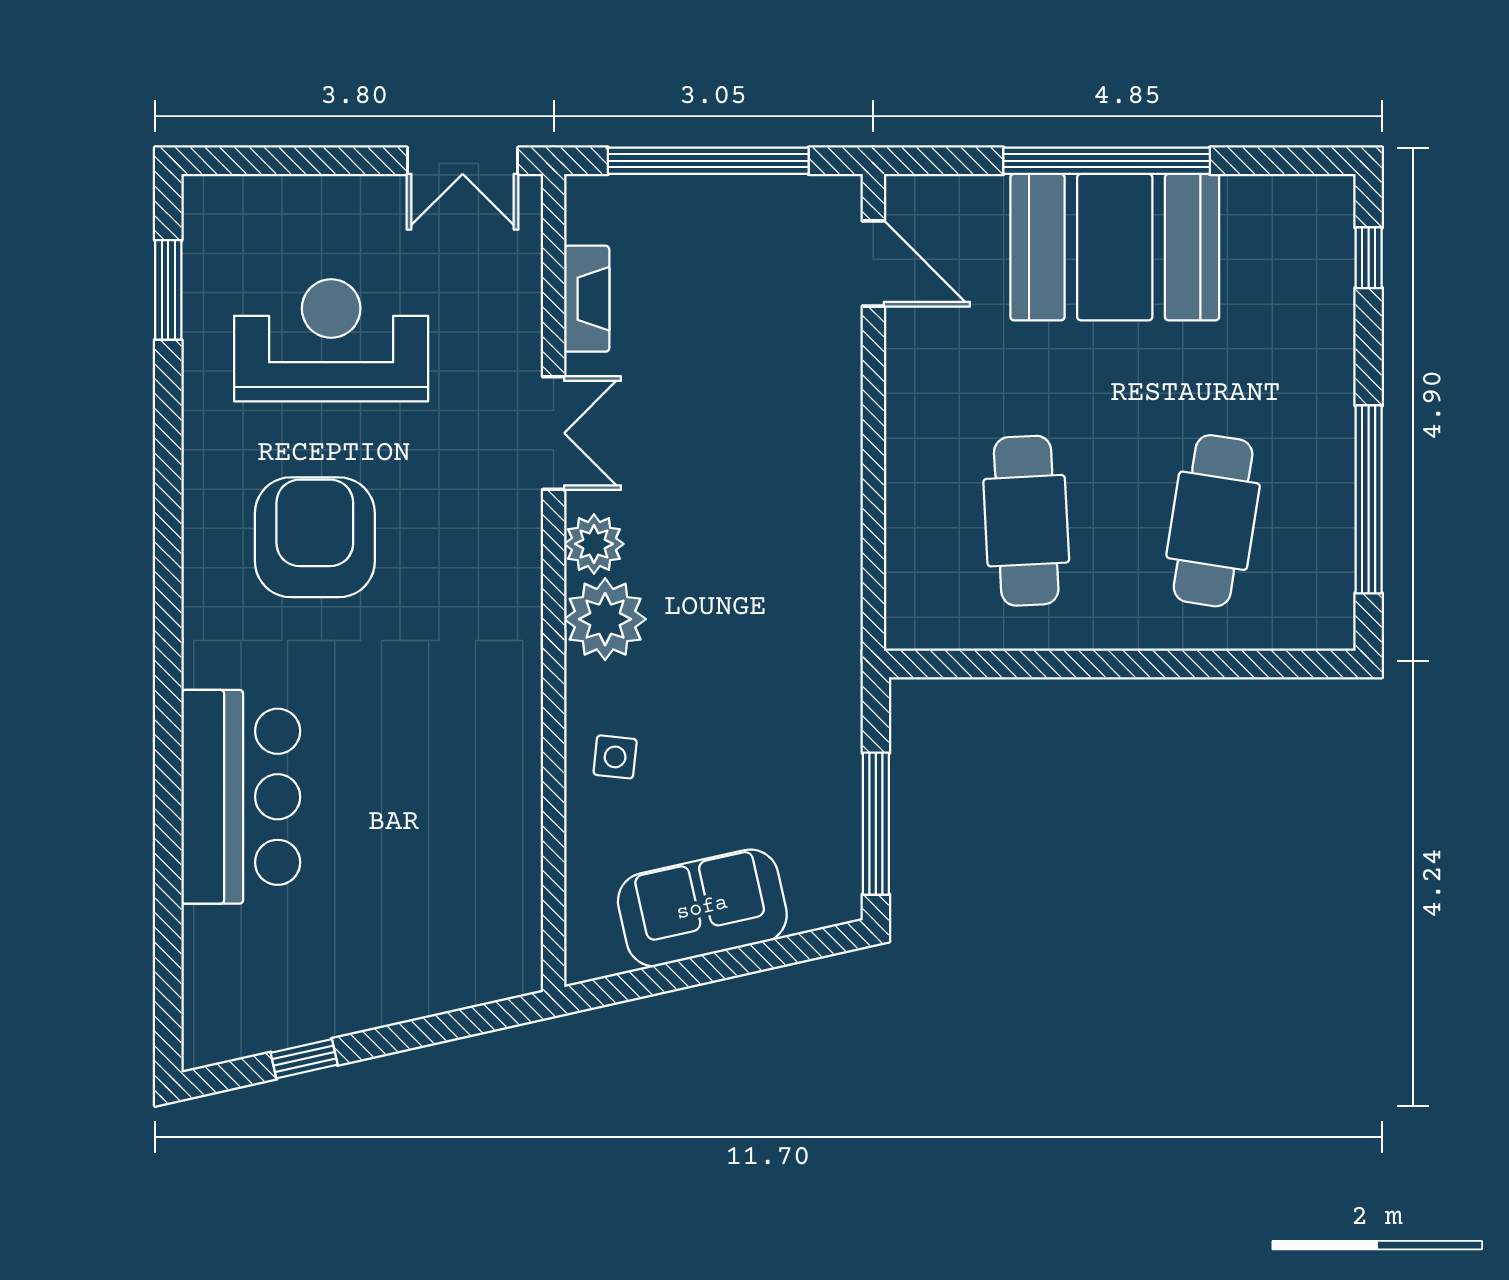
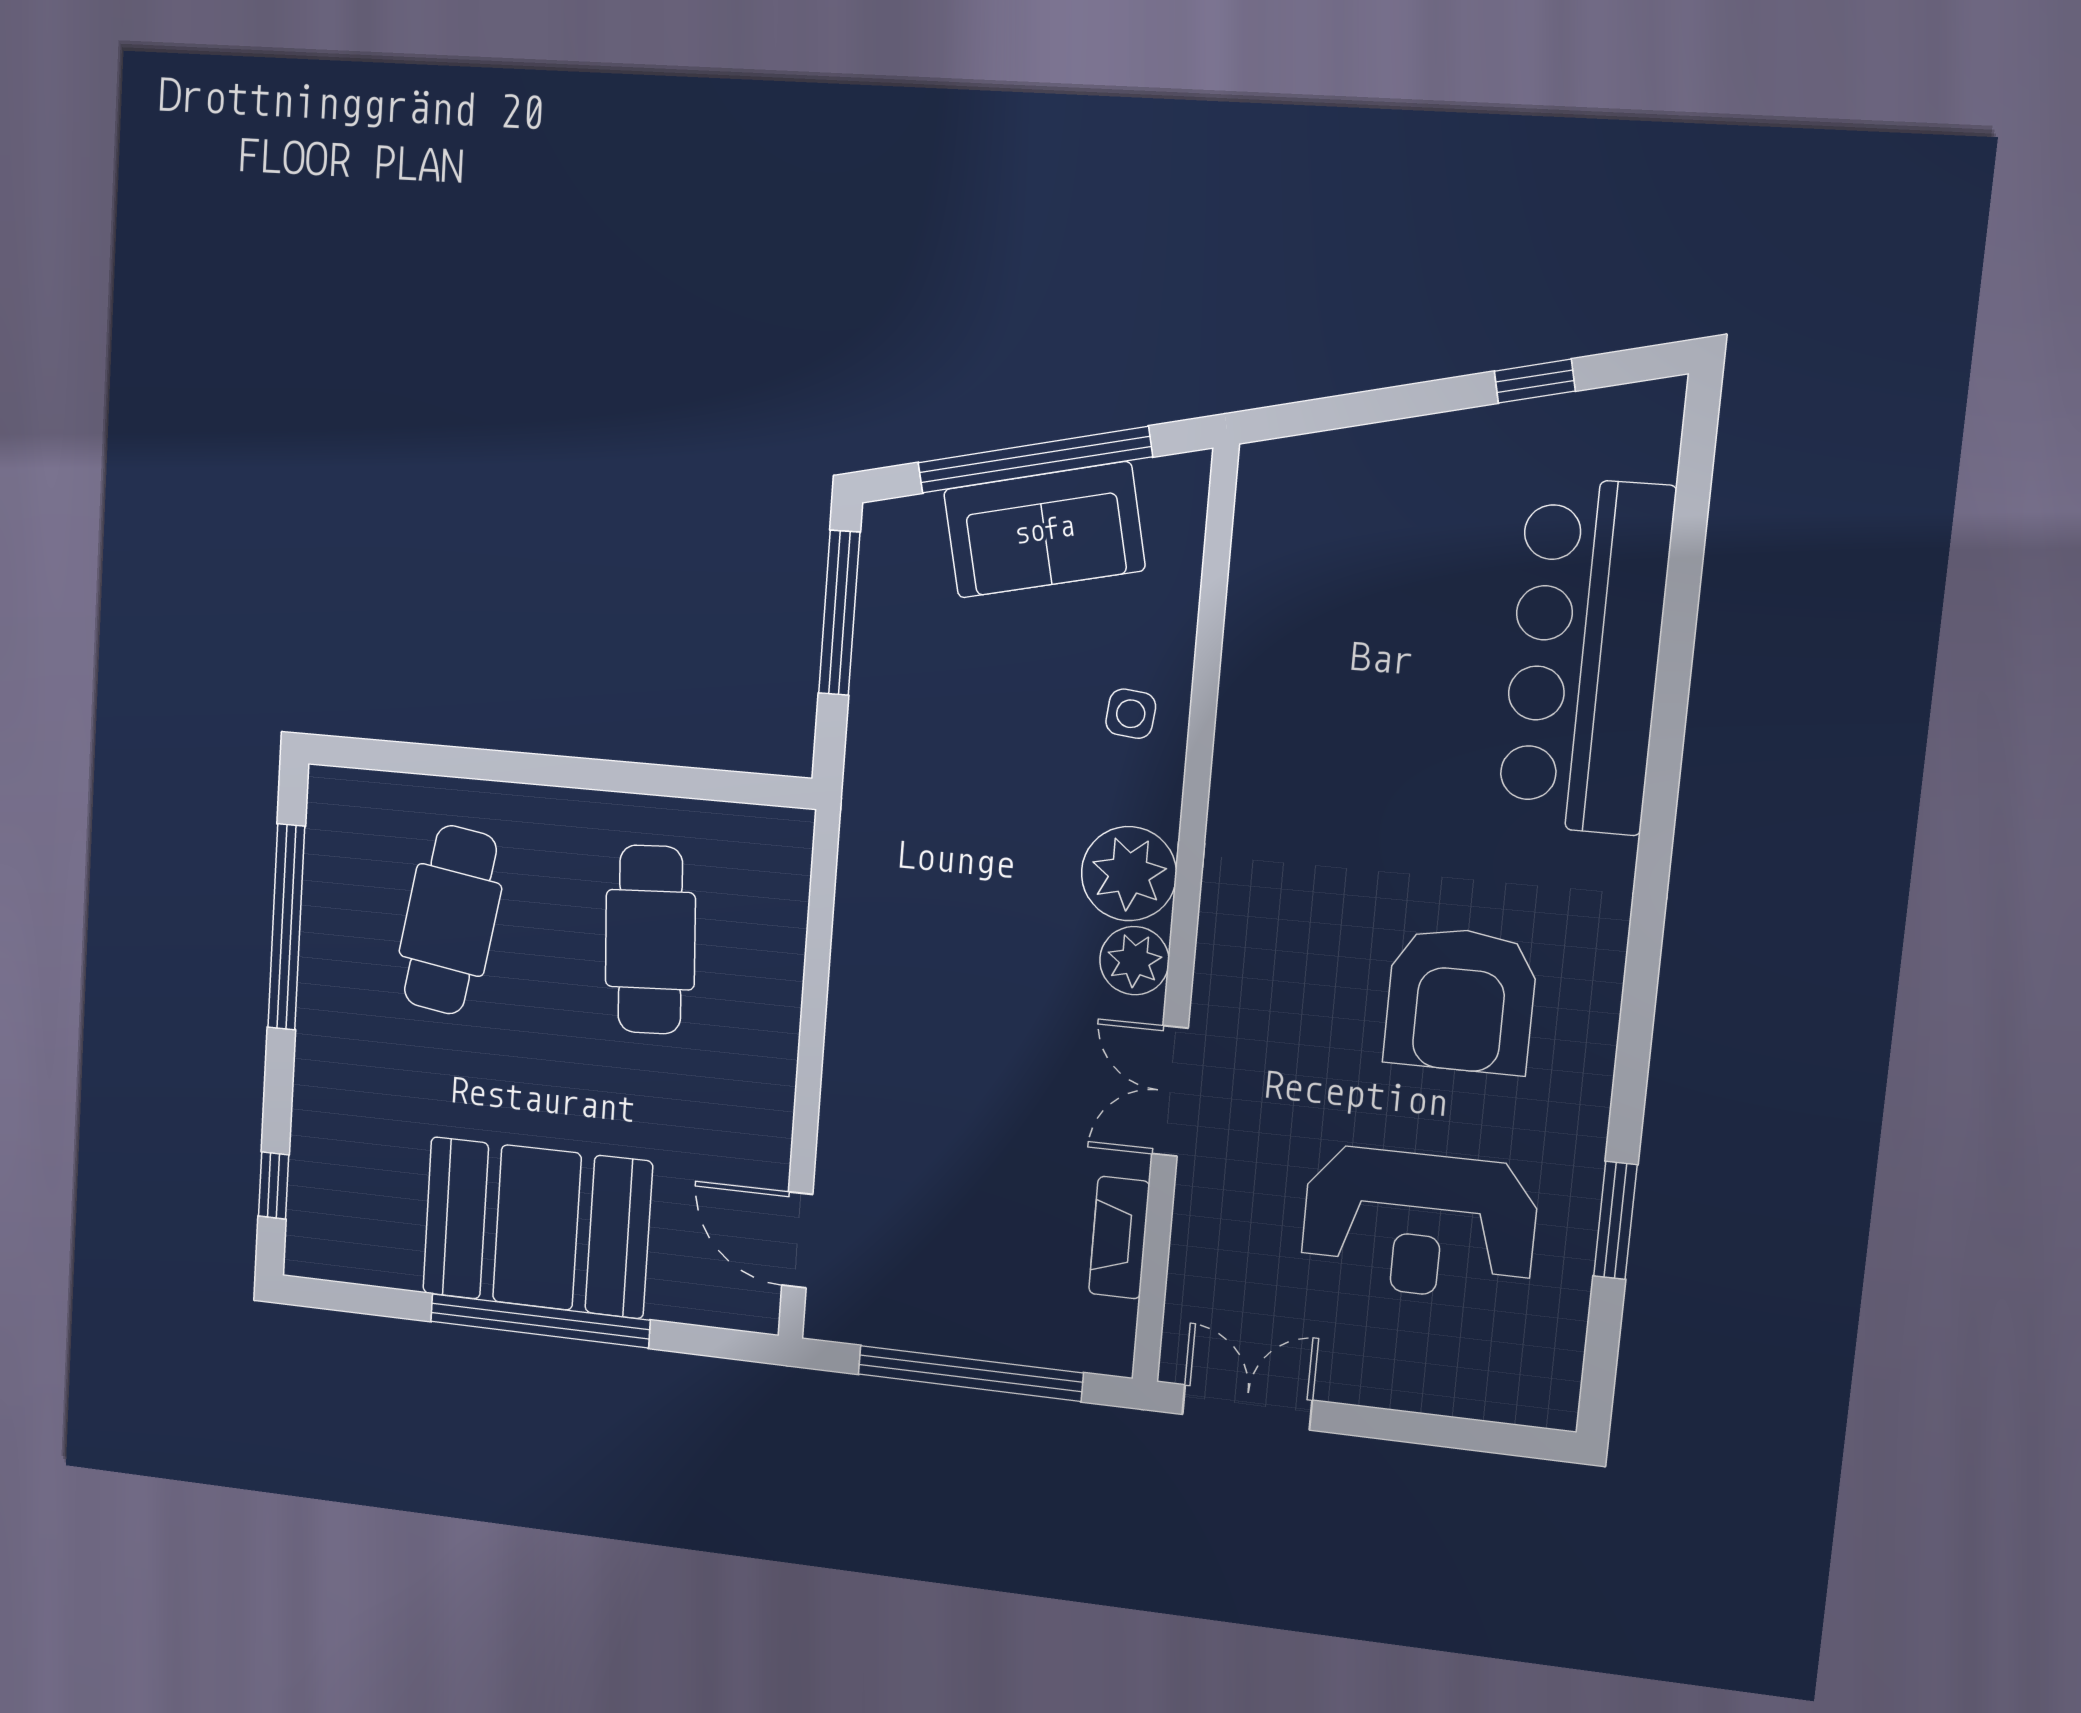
window: (168, 290) -> (1615, 1220), moved
bar counter: (241, 797) -> (1585, 656), width x1.36
window: (715, 967) -> (1035, 460), added

